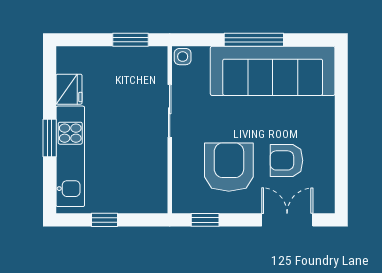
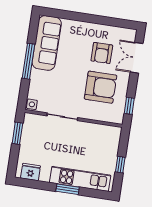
sofa: (273, 71) -> (47, 43), width x0.74, depth x0.79
fridge: (69, 89) -> (30, 172), moved
armchair: (229, 167) -> (101, 87), turned 180

